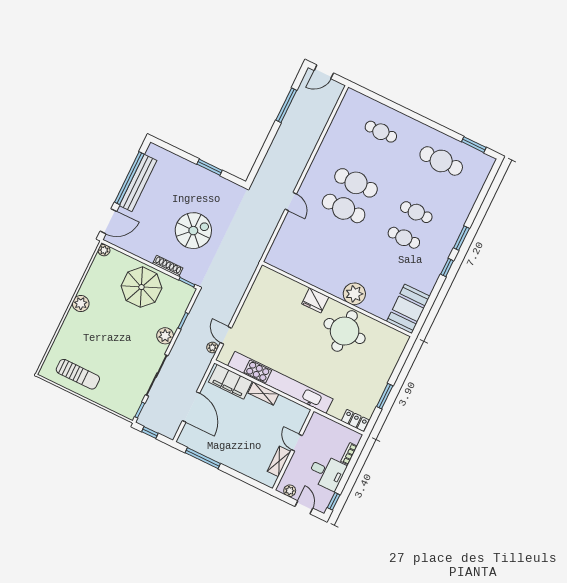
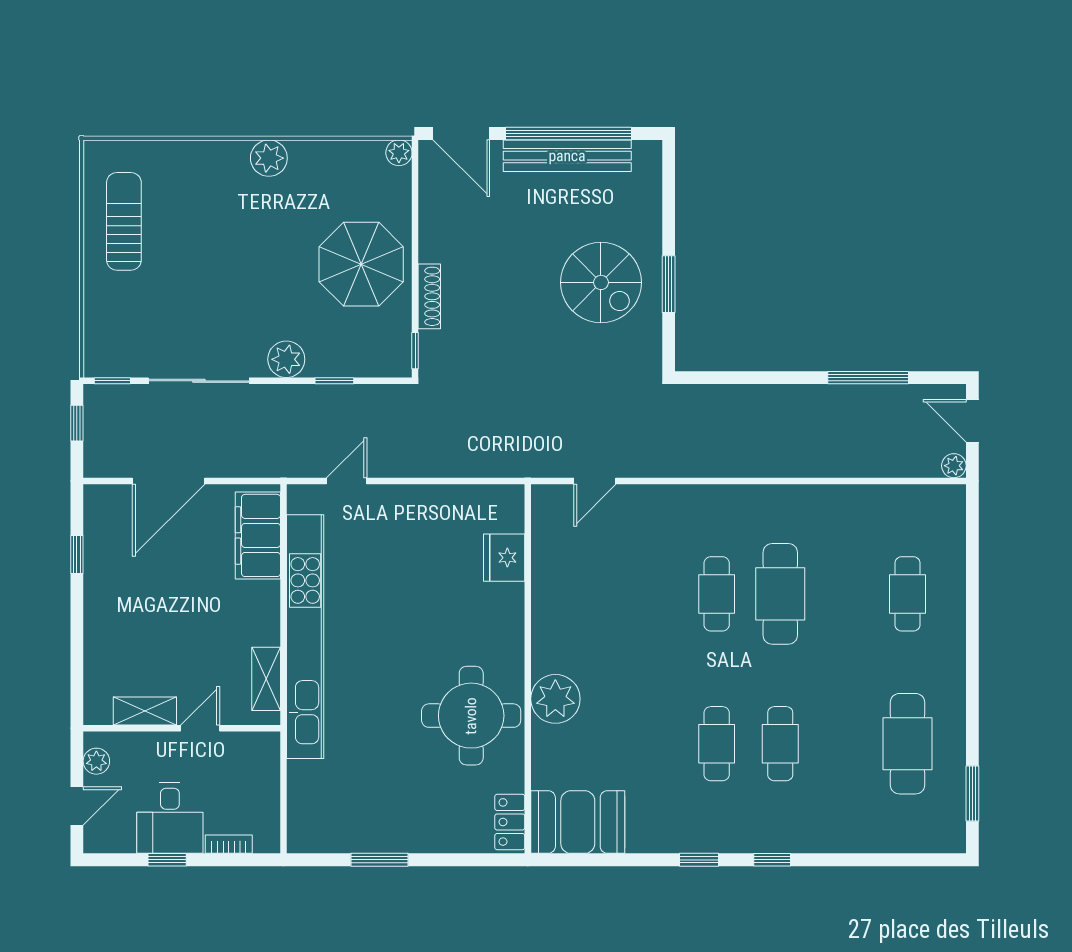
door: (291, 202) -> (595, 481), moved
cafe table: (344, 208) -> (717, 594), width x0.73, depth x0.74
spiral stairs: (193, 231) -> (601, 282), moved
window: (461, 238) -> (772, 860), width x0.67
fridge: (315, 300) -> (504, 558), moved
plant: (212, 347) -> (954, 466), moved
sun lounger: (78, 374) -> (124, 221), turned 180
shelving: (263, 394) -> (266, 679), moved
locker: (355, 420) -> (510, 822), moved, turned 180
window: (203, 458) -> (77, 555), width x0.46
window: (334, 501) -> (167, 860), moved

